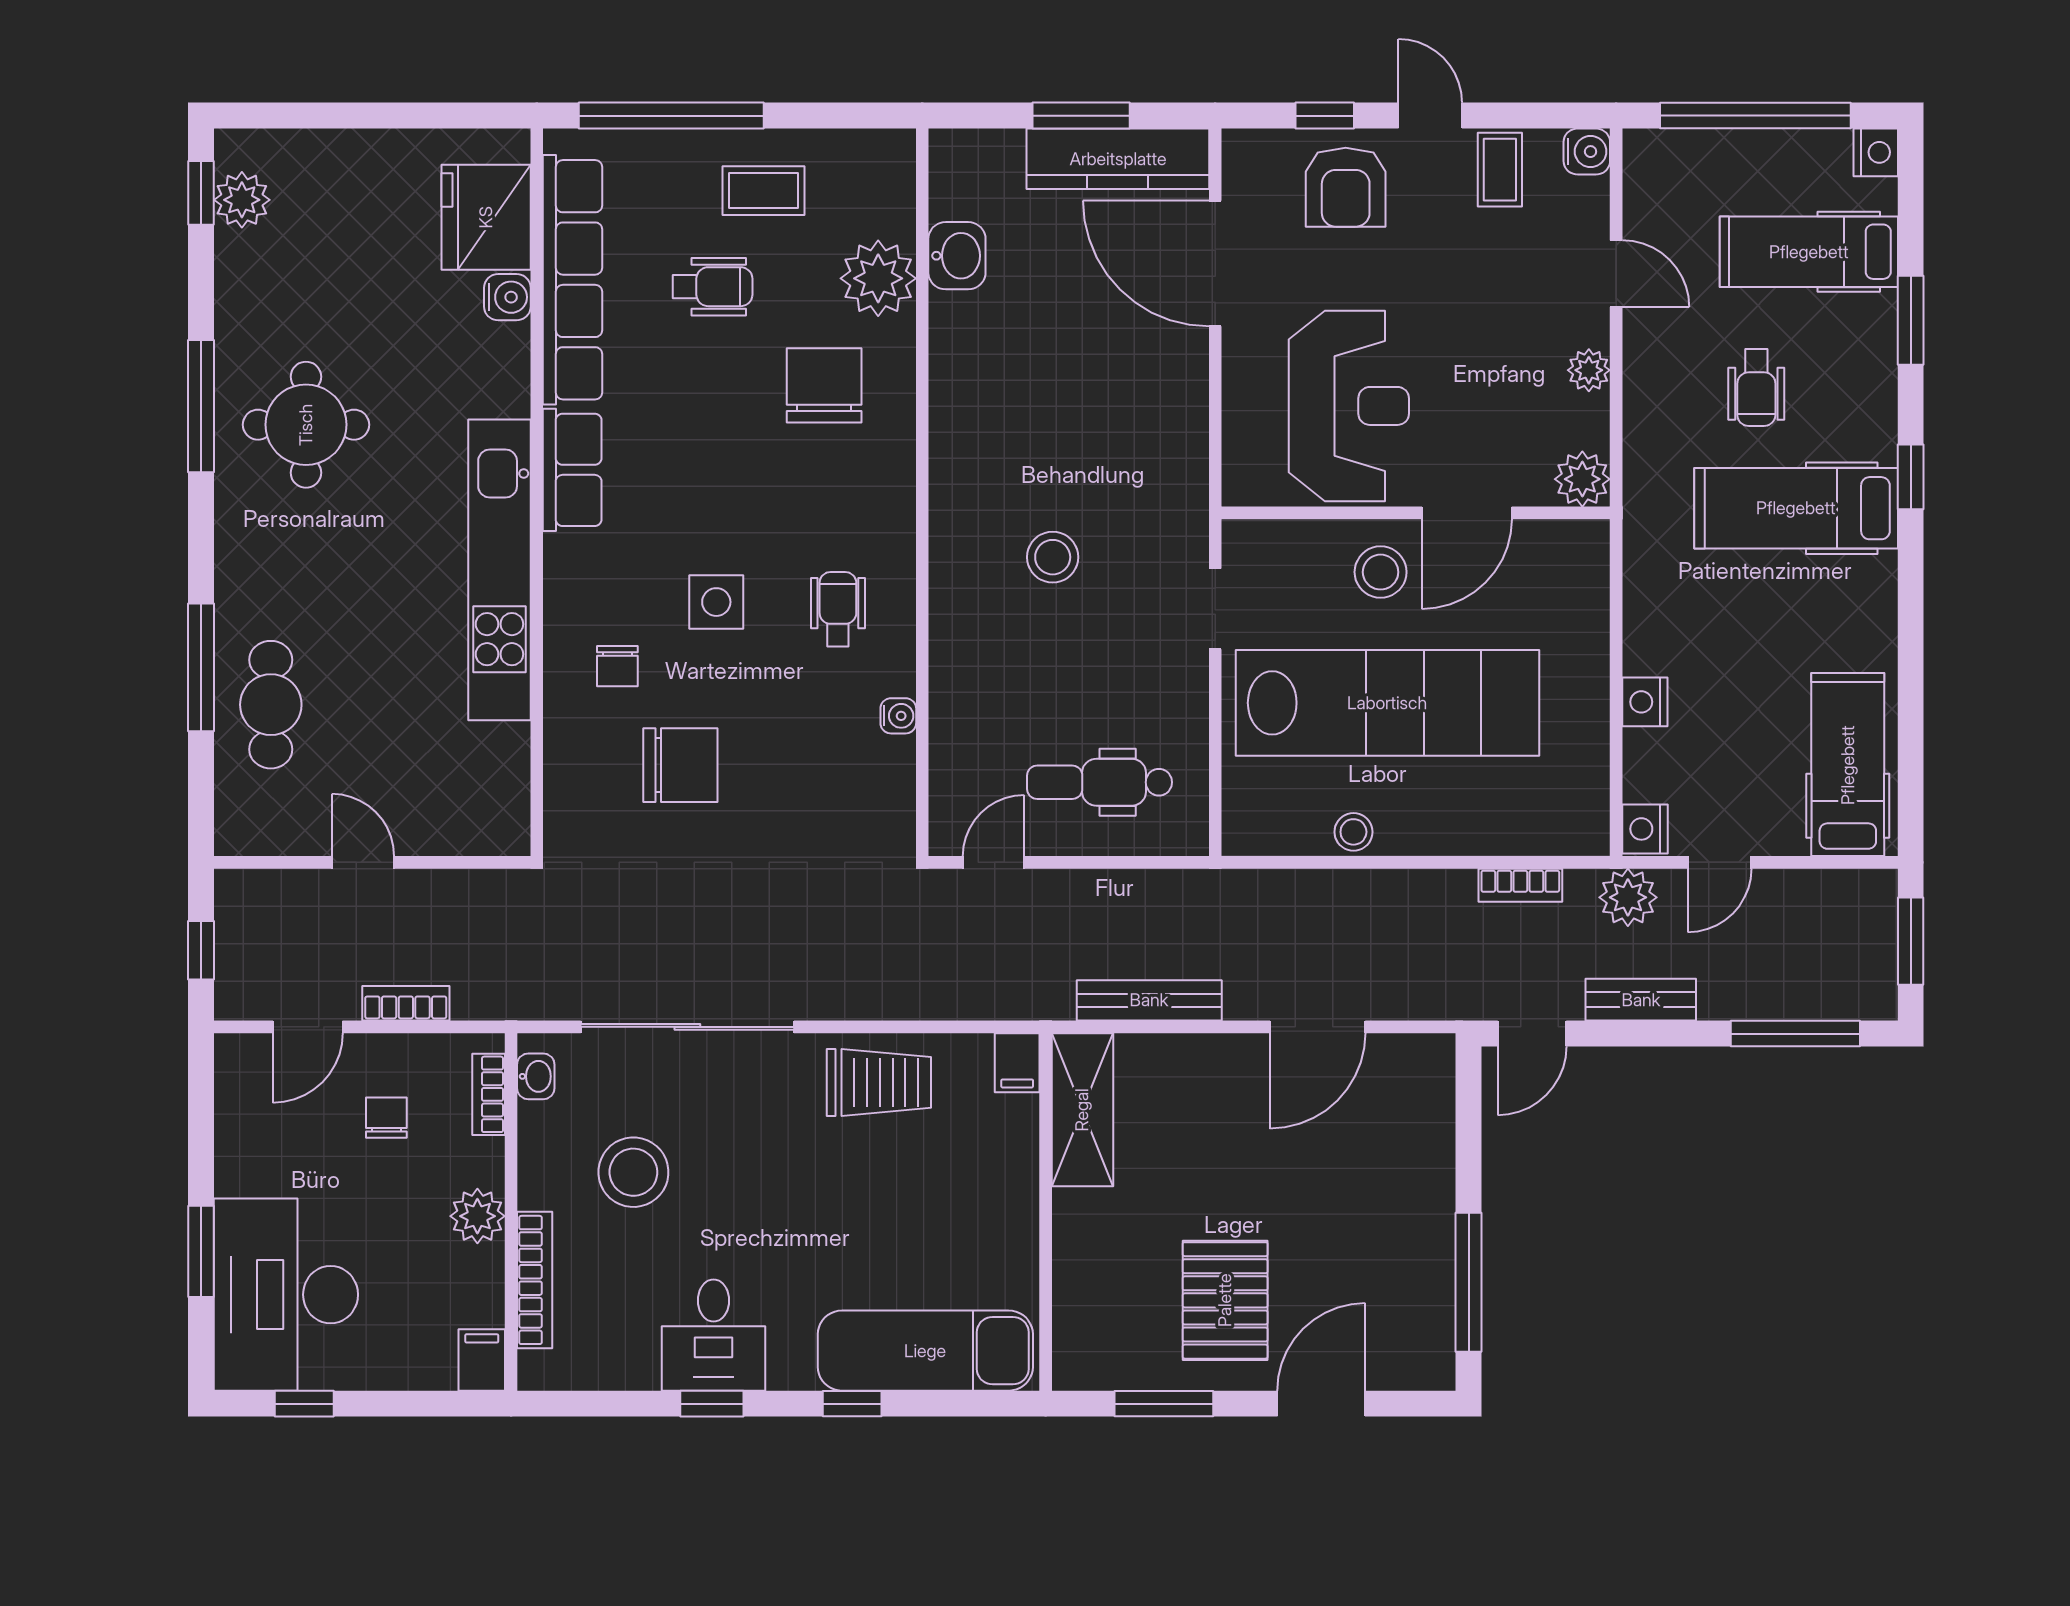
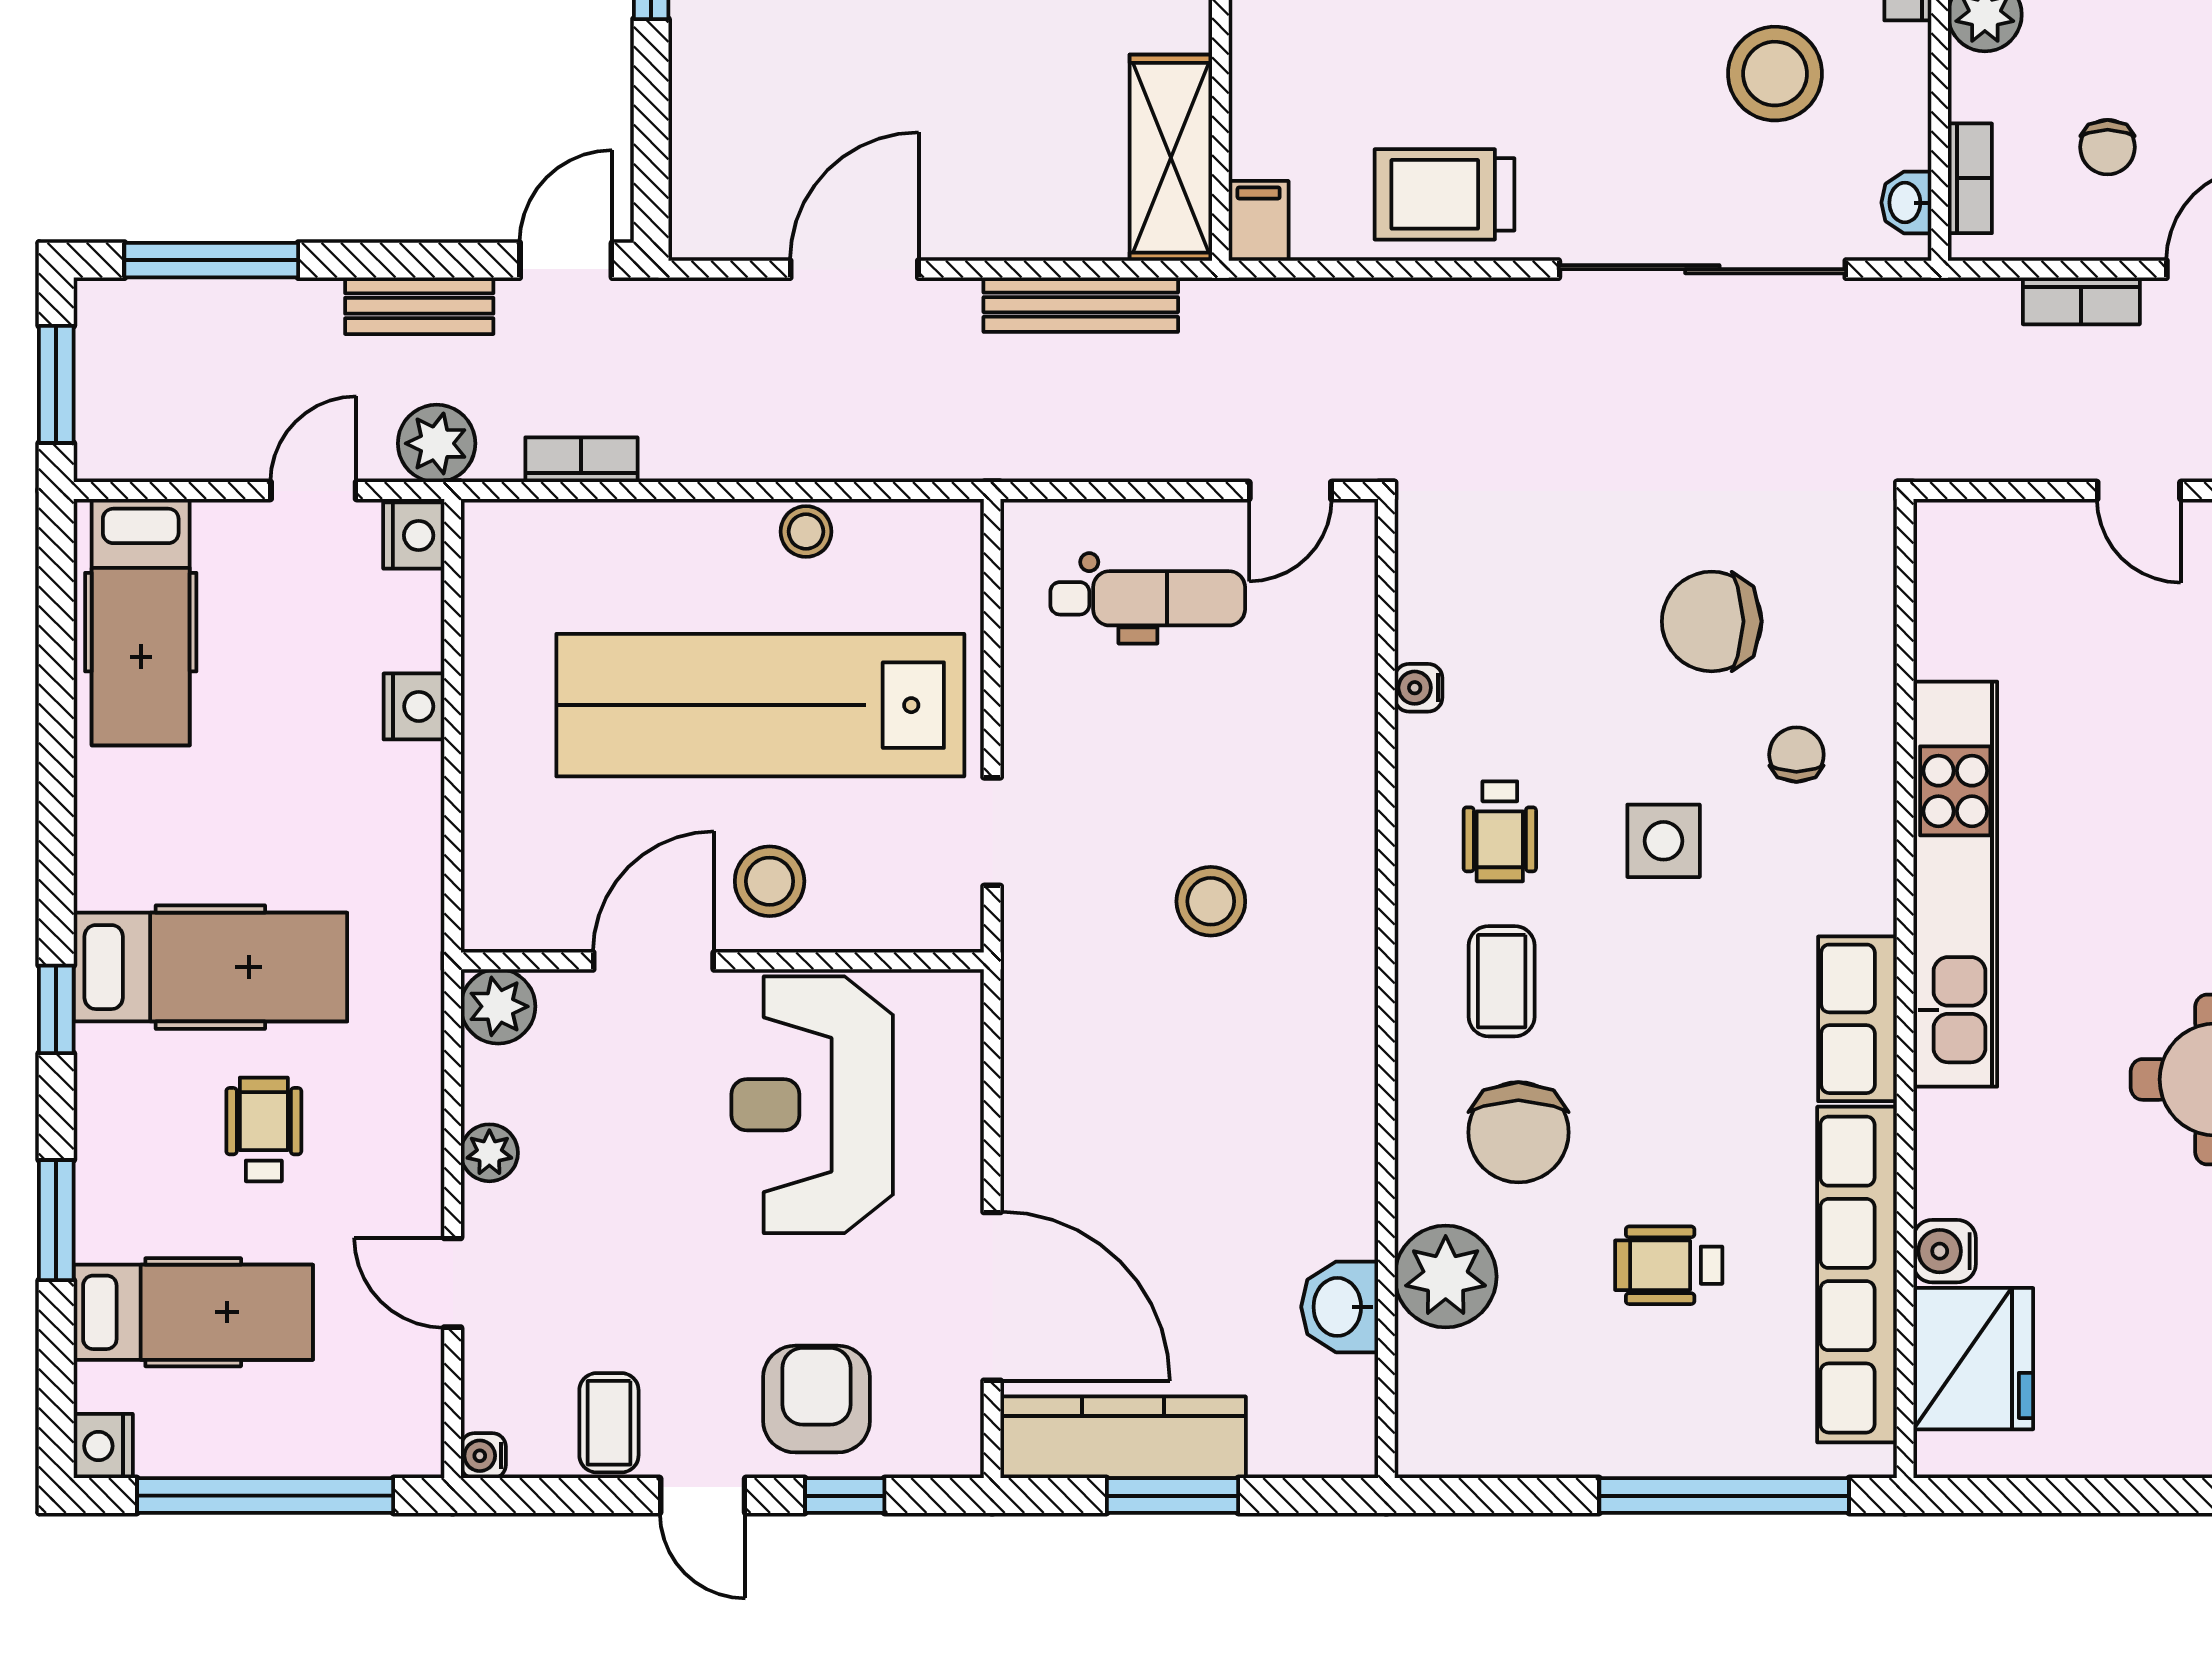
water cooler: (1587, 152) -> (483, 1456), width x0.72, depth x0.72
coffee table: (764, 191) -> (1502, 981), moved, turned 90

